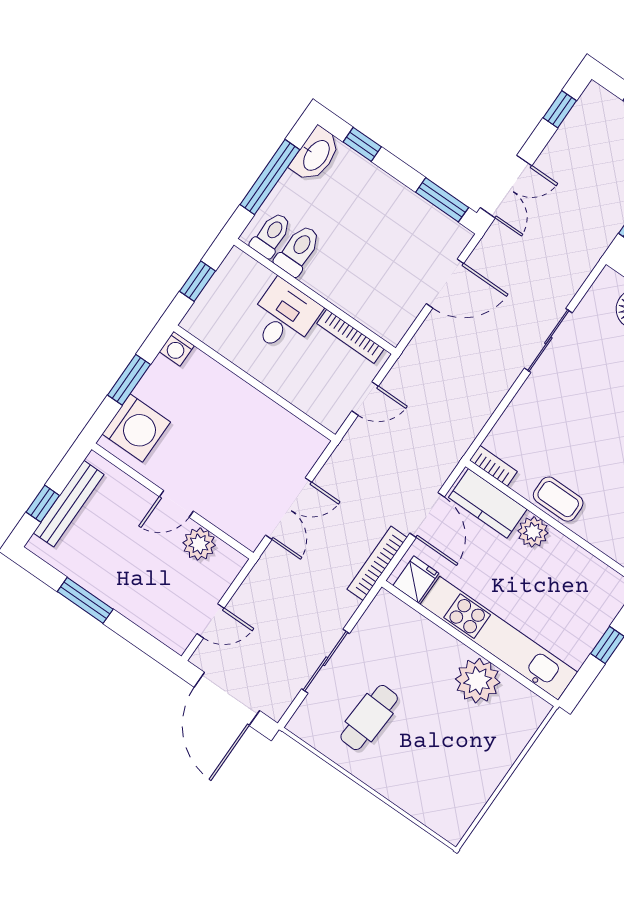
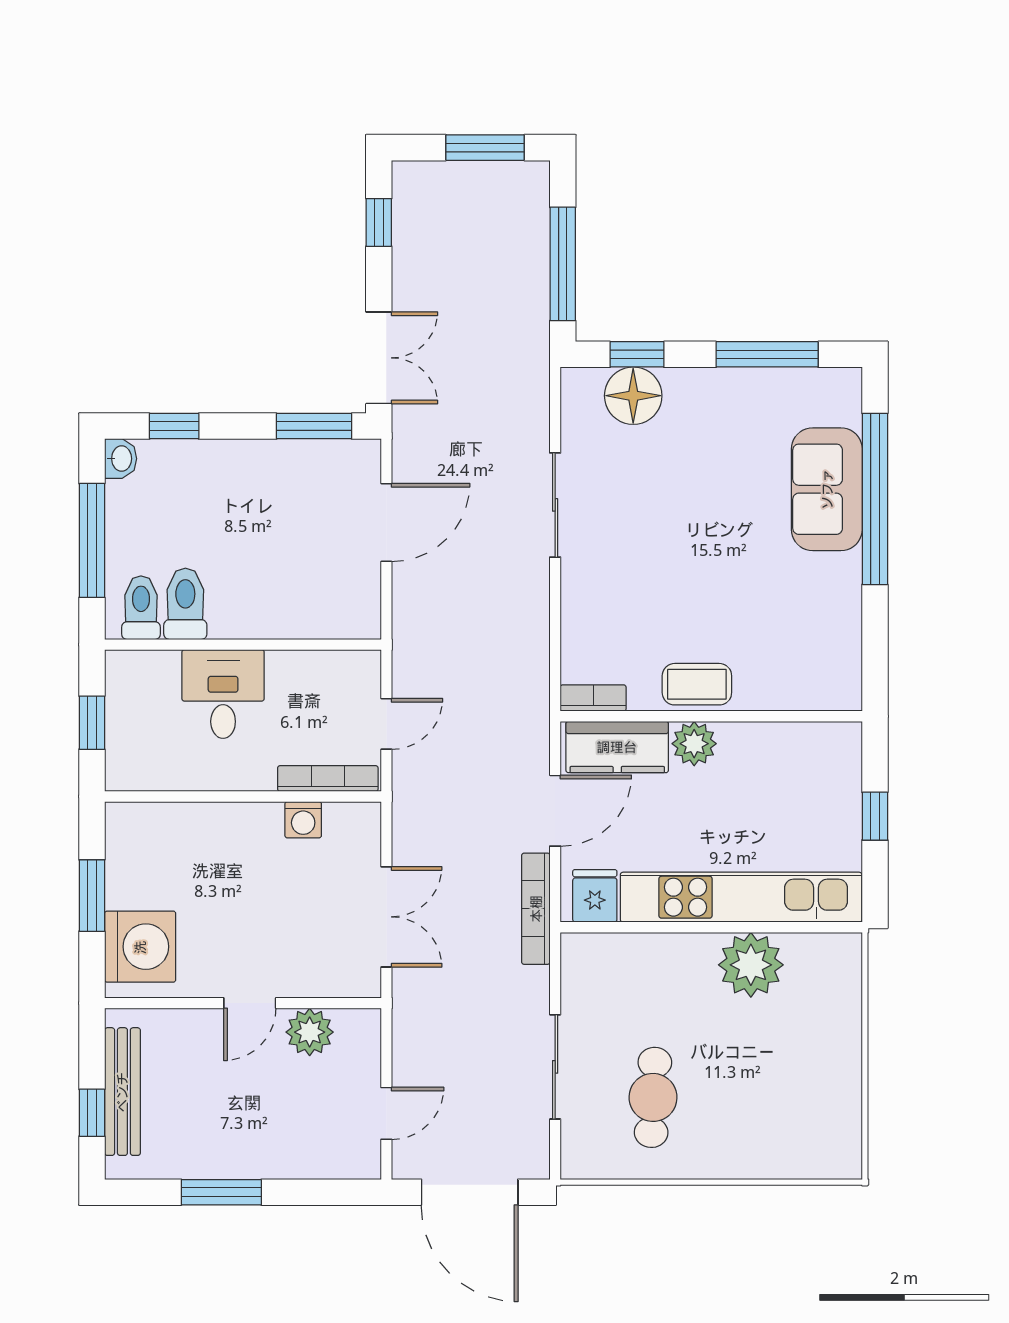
washbasin: (316, 155) -> (121, 459), width x0.52, depth x0.69
bookcase: (350, 336) -> (328, 779), moved, turned 180
washing machine: (177, 349) -> (303, 820), moved
door: (427, 515) -> (555, 811), hinge flipped

